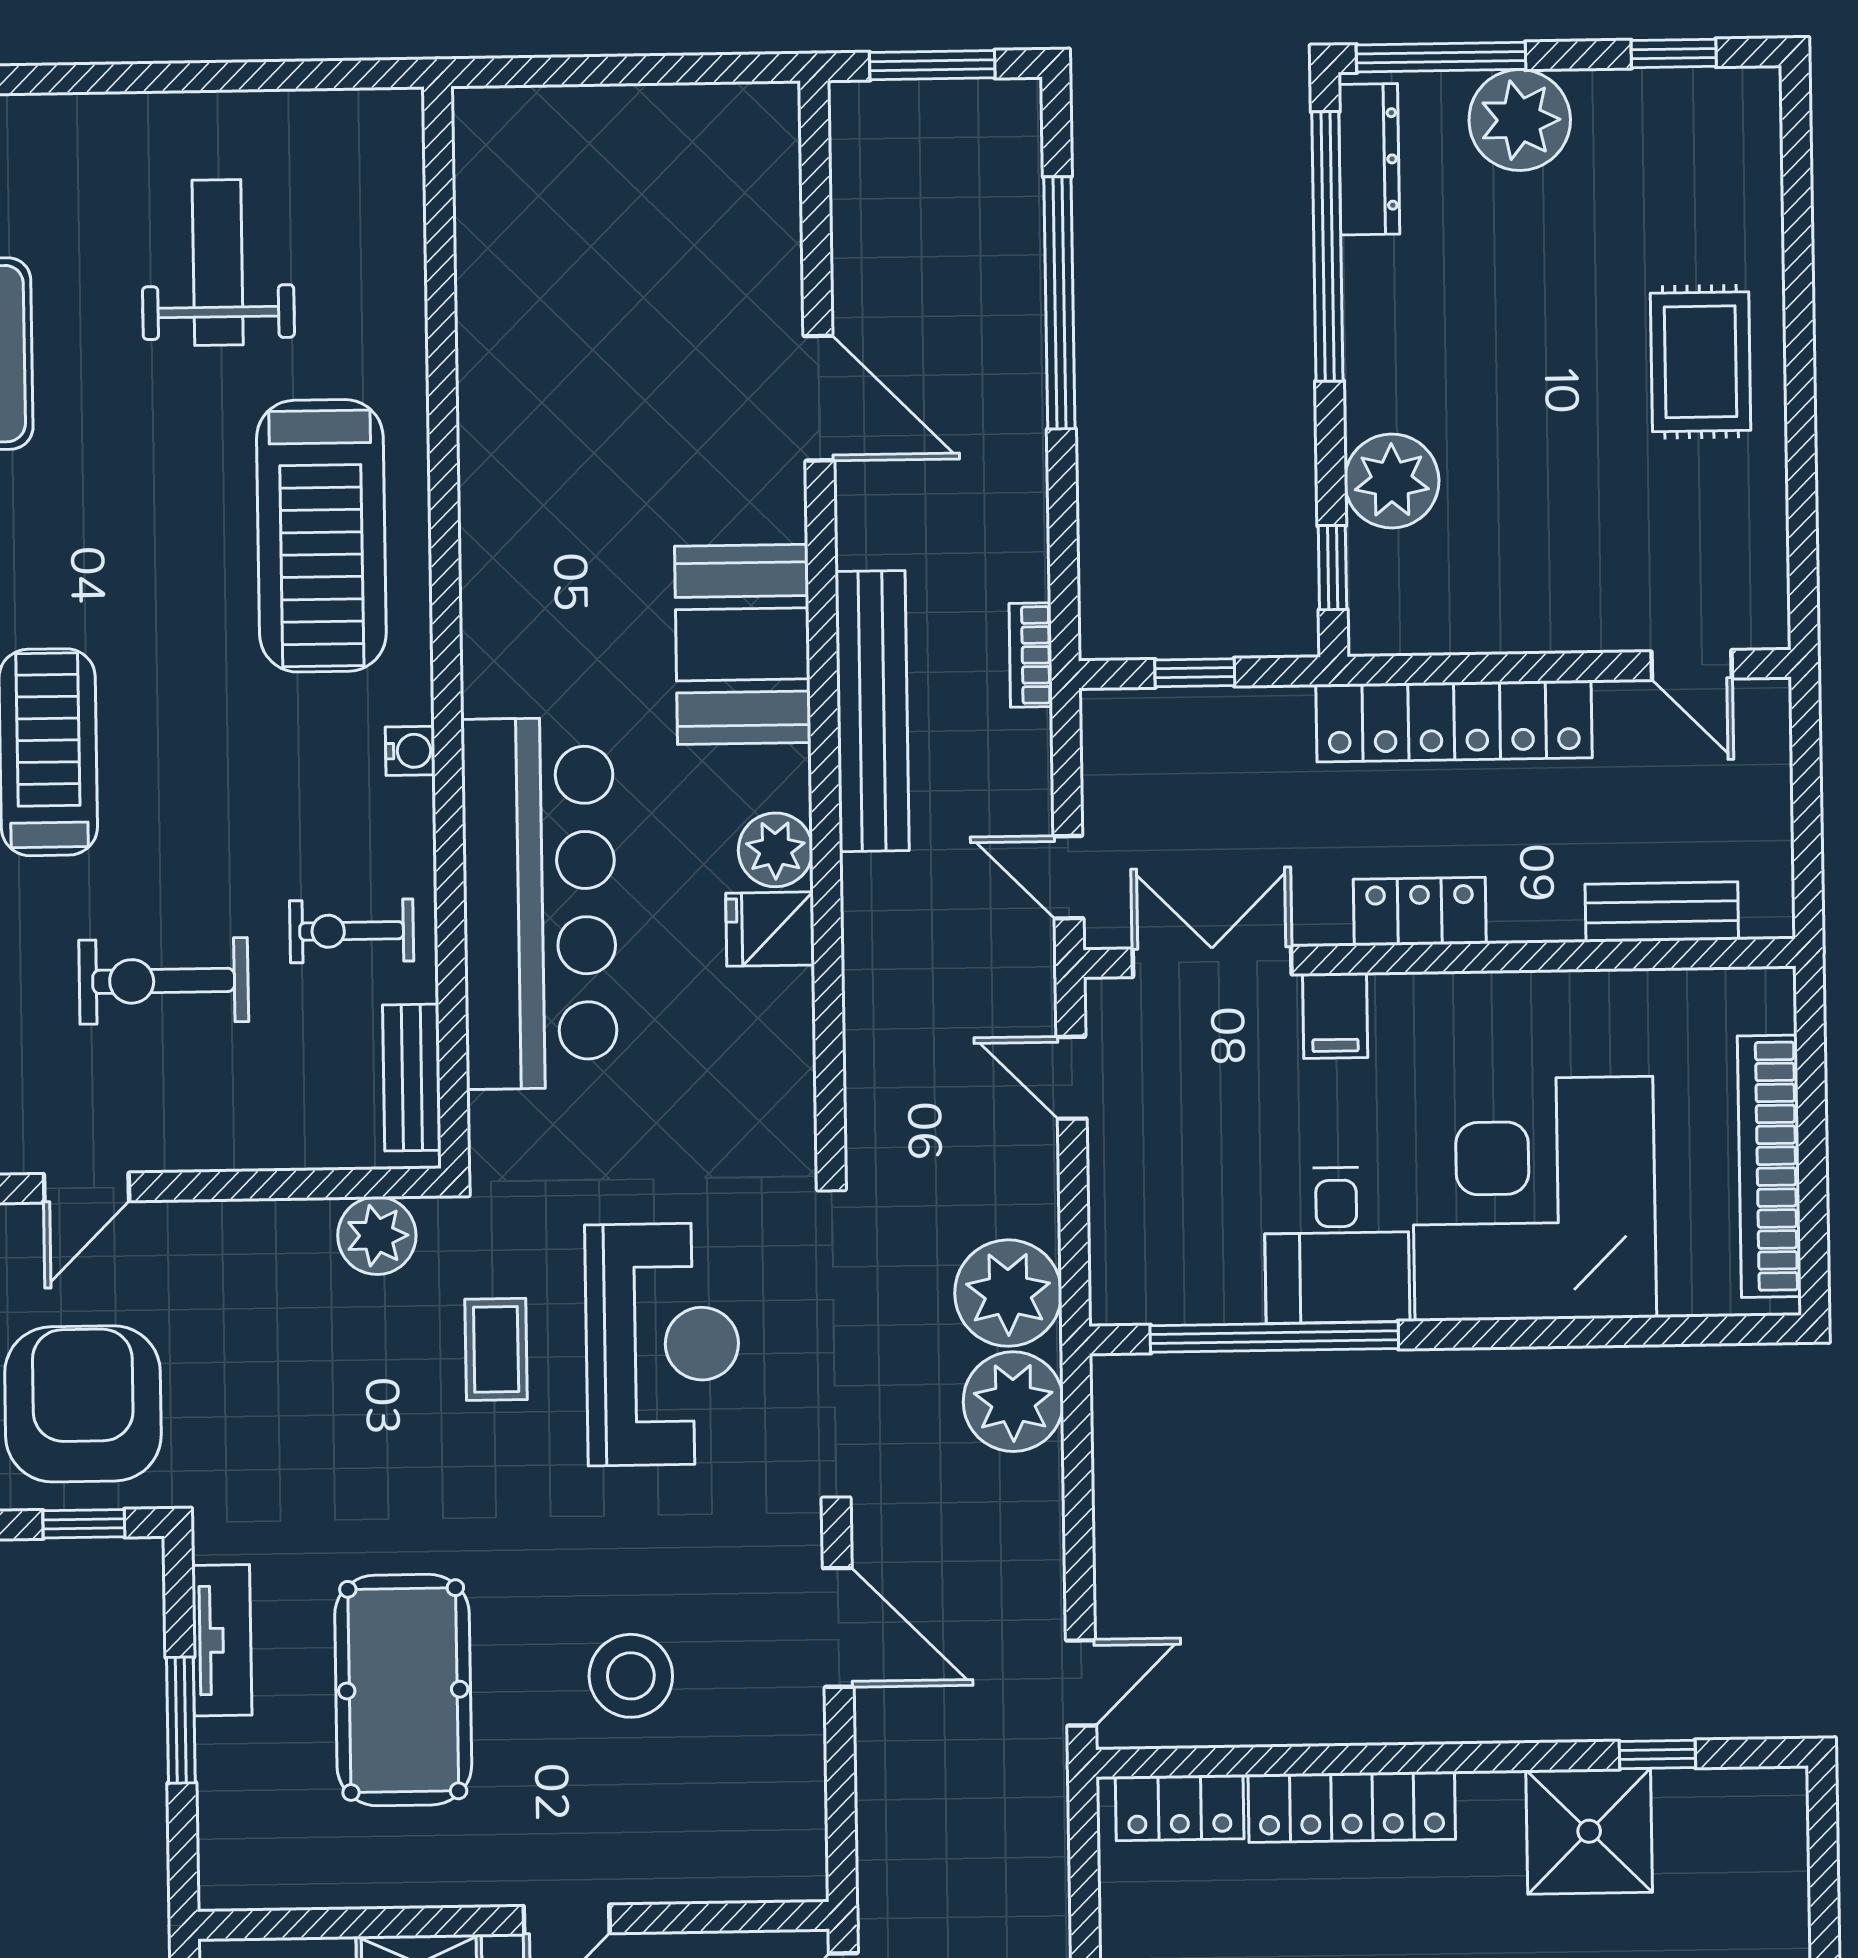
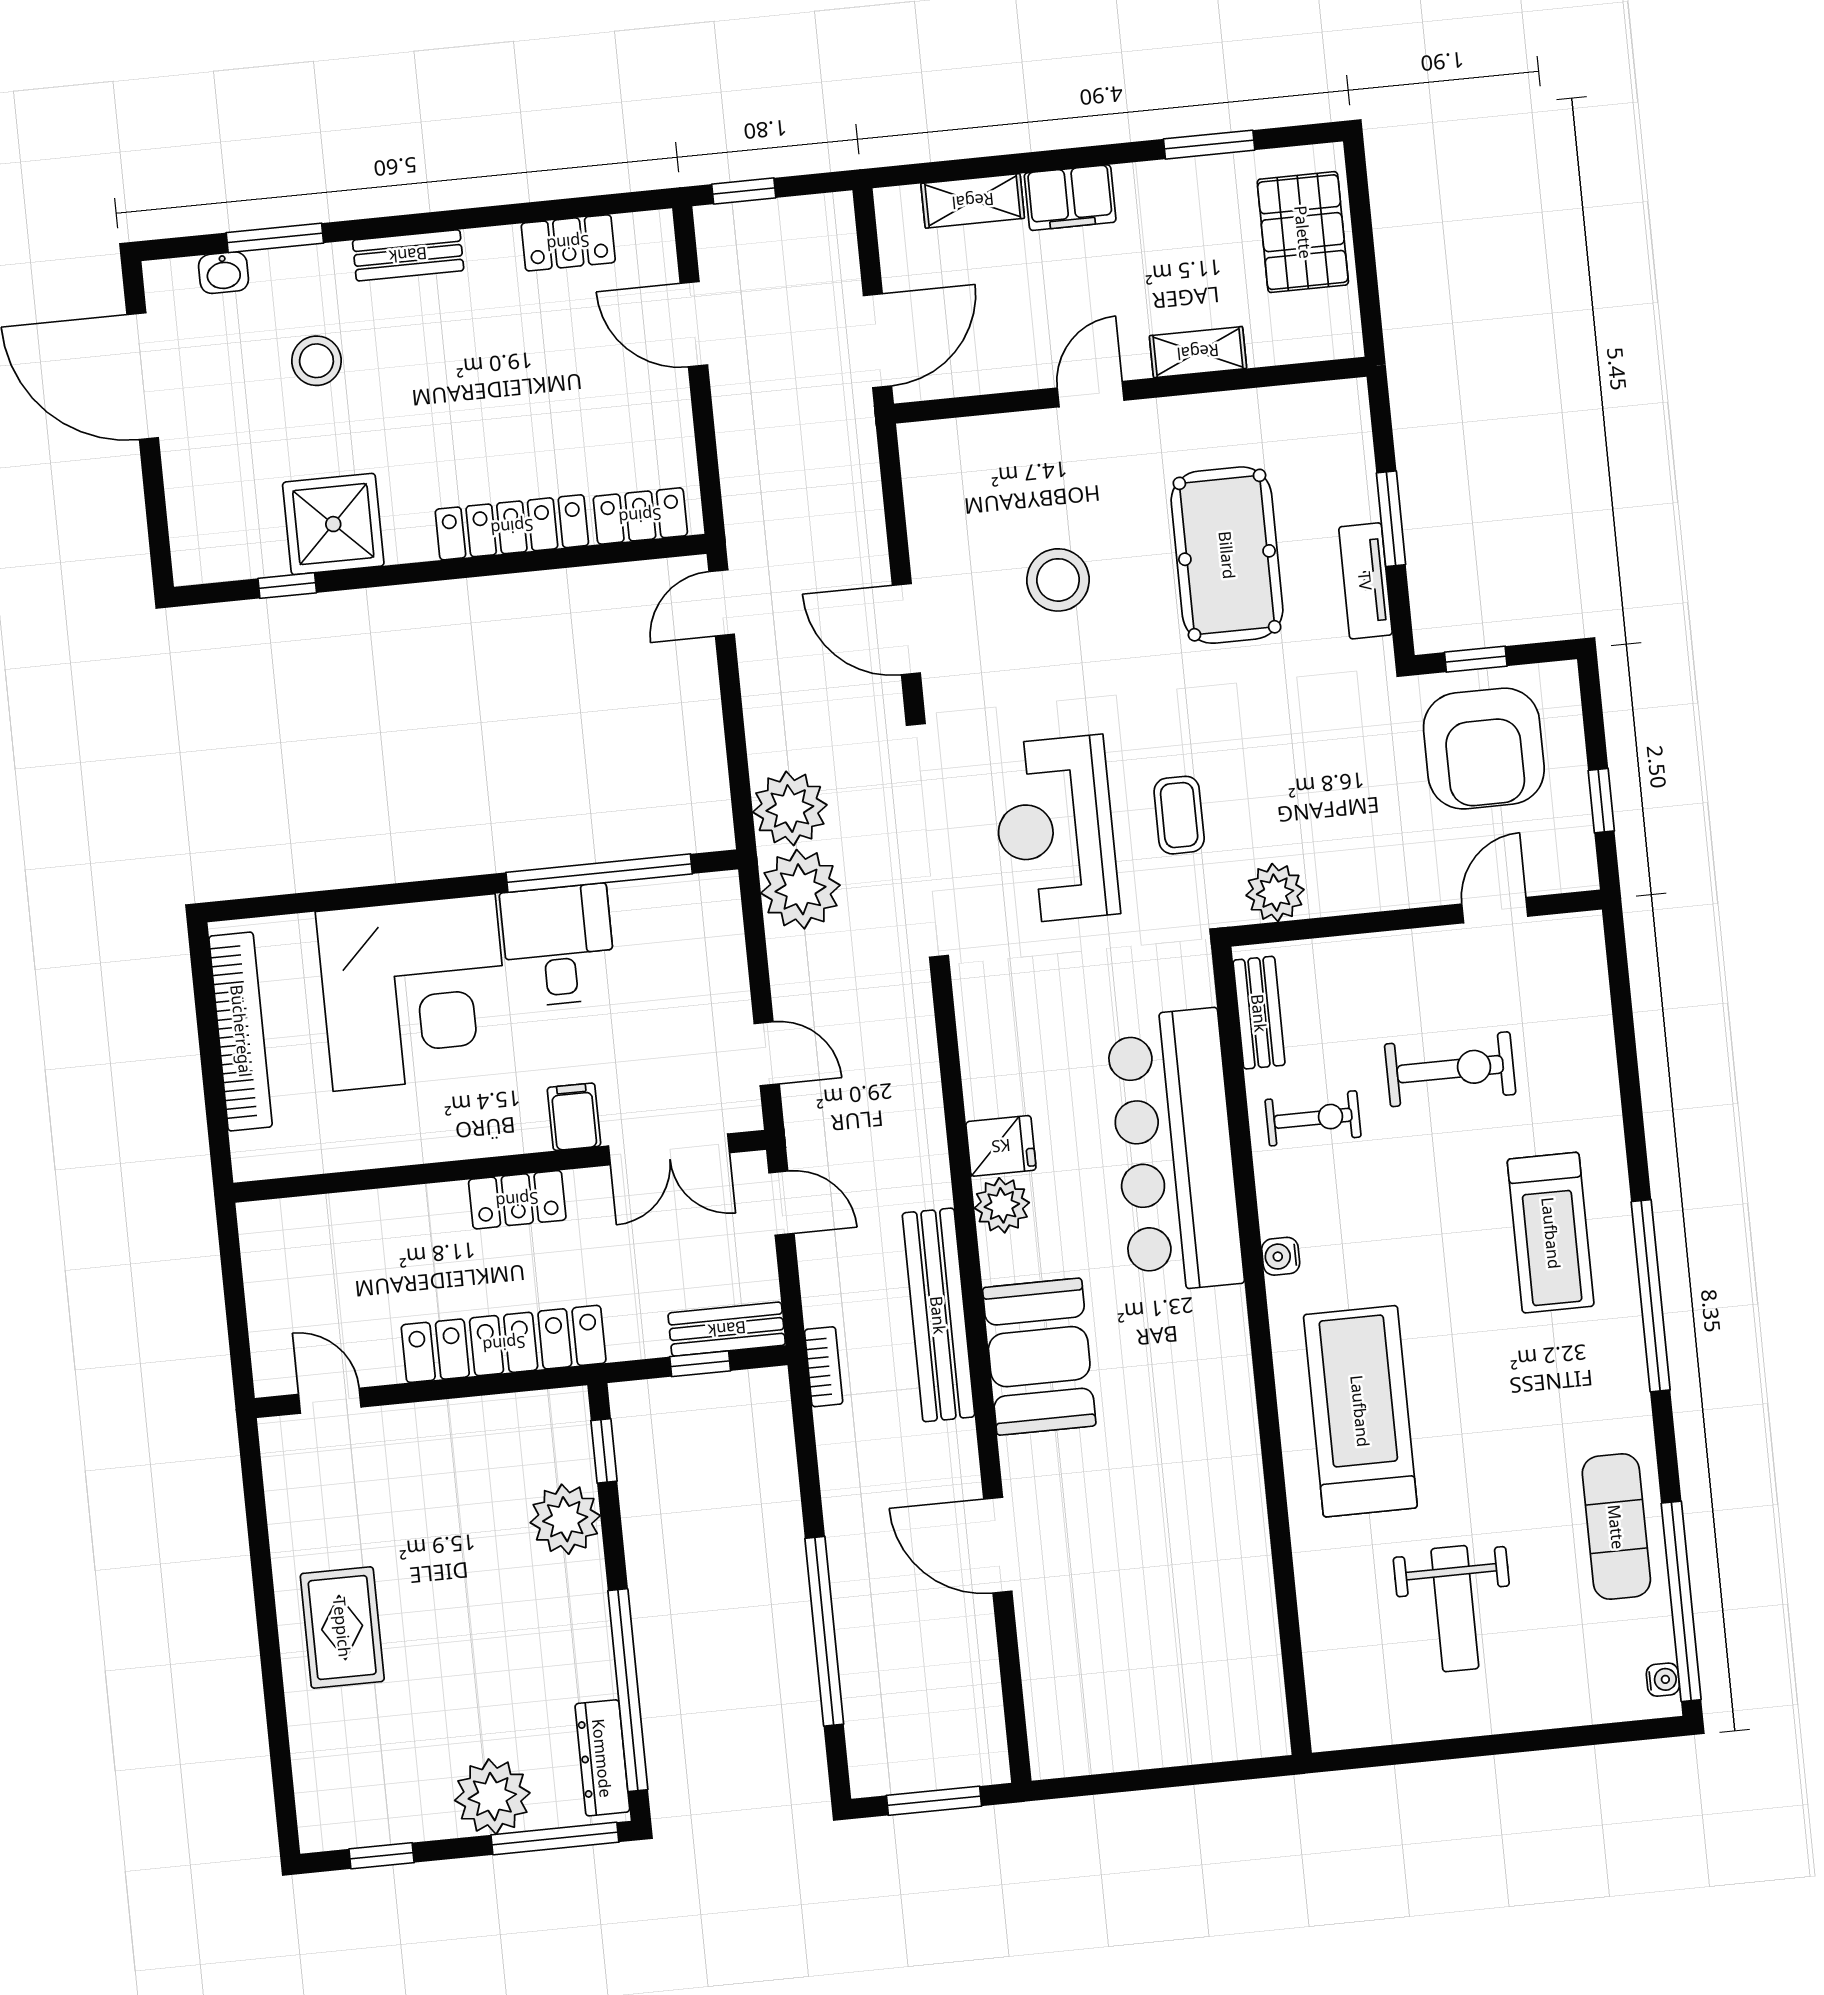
bench: (1662, 912) -> (727, 1329), moved

